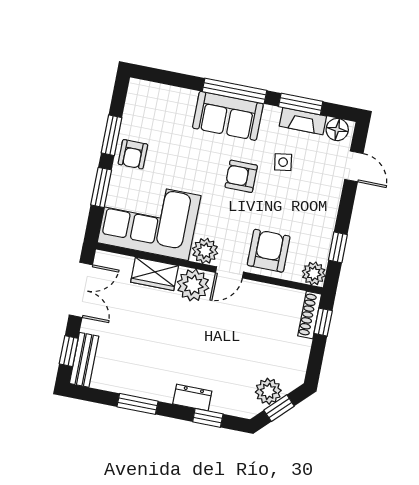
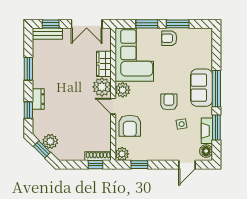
armchair: (269, 251) -> (130, 126), turned 90

